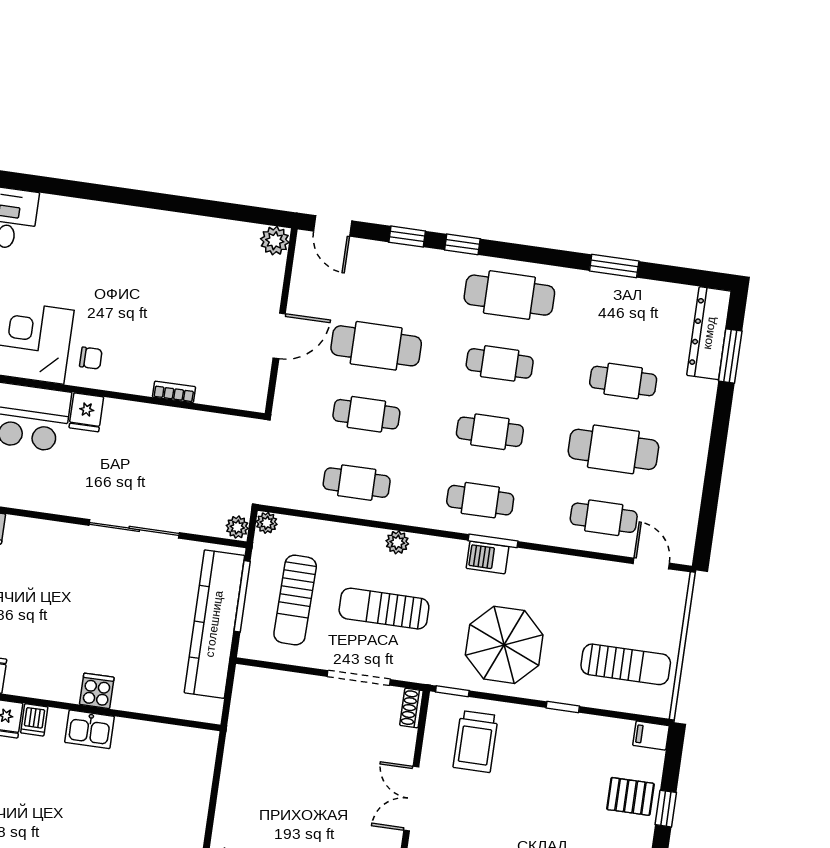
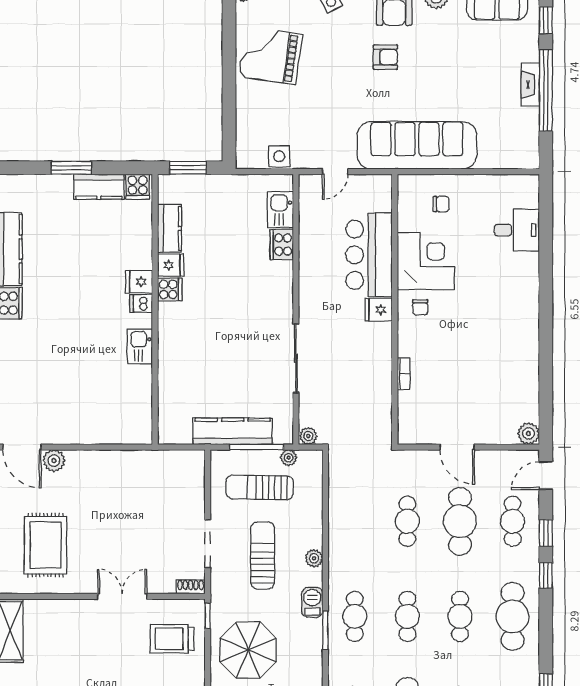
cafe table: (357, 483) -> (513, 521), moved
plant: (267, 523) -> (289, 458), moved
barbecue: (487, 558) -> (312, 602), moved
kitchen counter: (214, 624) -> (233, 431), width x0.72, depth x0.86
cooker: (97, 691) -> (170, 289), moved

